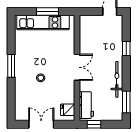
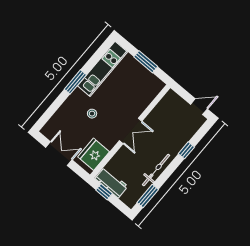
kitchen unit: (43, 22) -> (103, 69), moved, turned -90
workbench: (86, 105) -> (112, 183), moved, turned -90
fridge: (68, 110) -> (94, 154), width x1.88, depth x1.34

